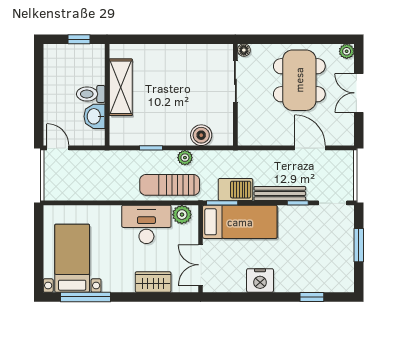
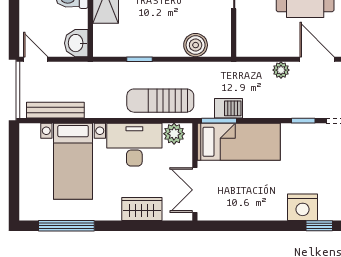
washbasin: (94, 116) -> (76, 43), moved
plant: (185, 158) -> (281, 70), moved
barbecue: (235, 190) -> (229, 108), width x0.73, depth x0.79
bench: (280, 193) -> (55, 110), moved
bed with nightstands: (72, 258) -> (73, 161), moved, turned 180
nightstand: (260, 280) -> (303, 207), moved

